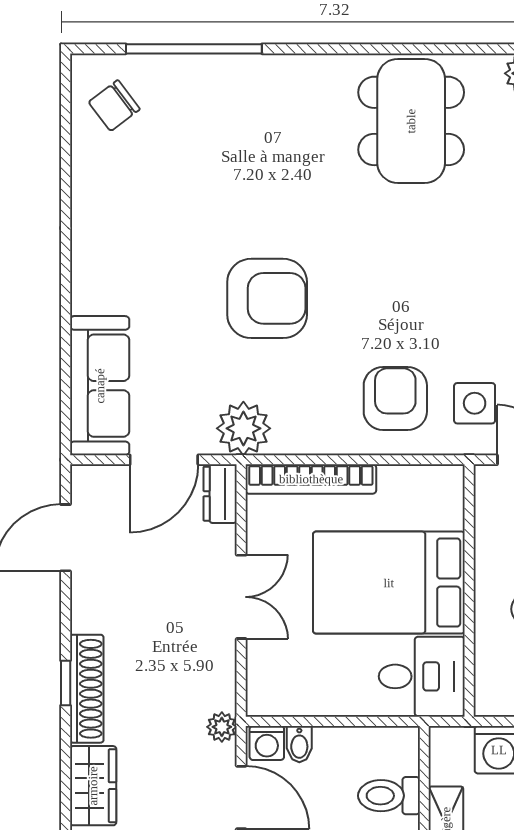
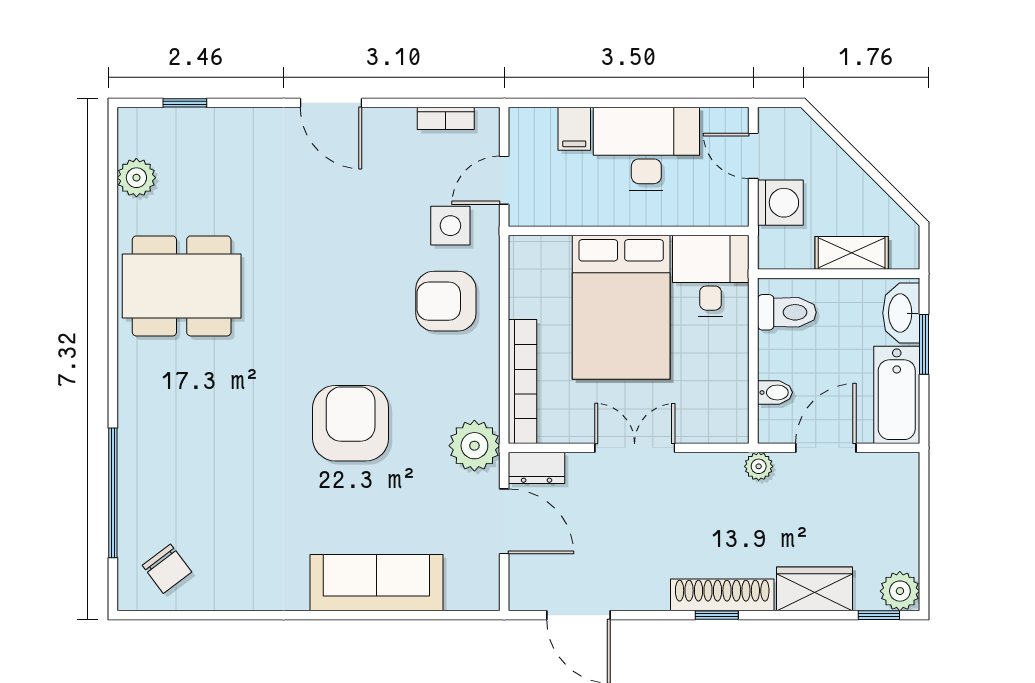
sofa: (100, 386) -> (376, 583), moved
washing machine: (267, 743) -> (774, 423), removed
toilet: (389, 796) -> (787, 312), moved, turned -90

